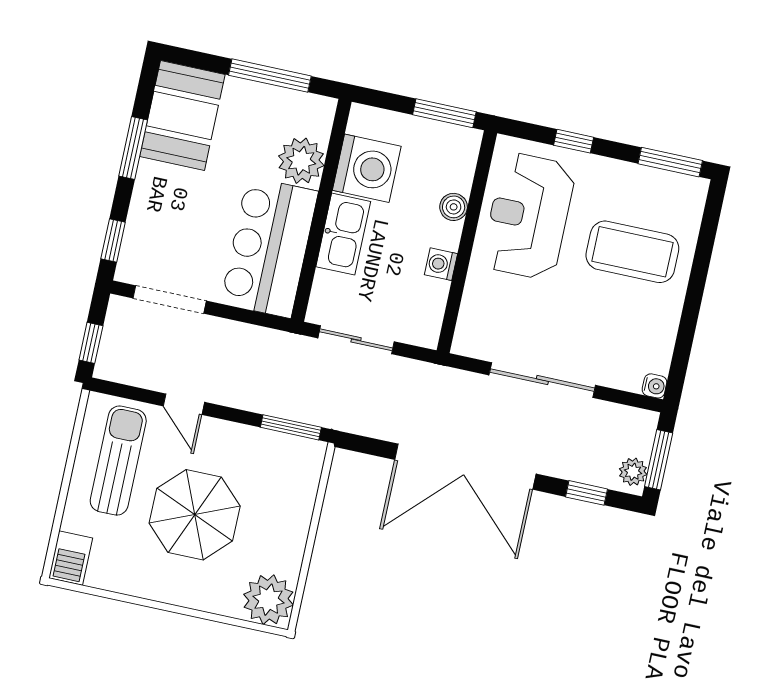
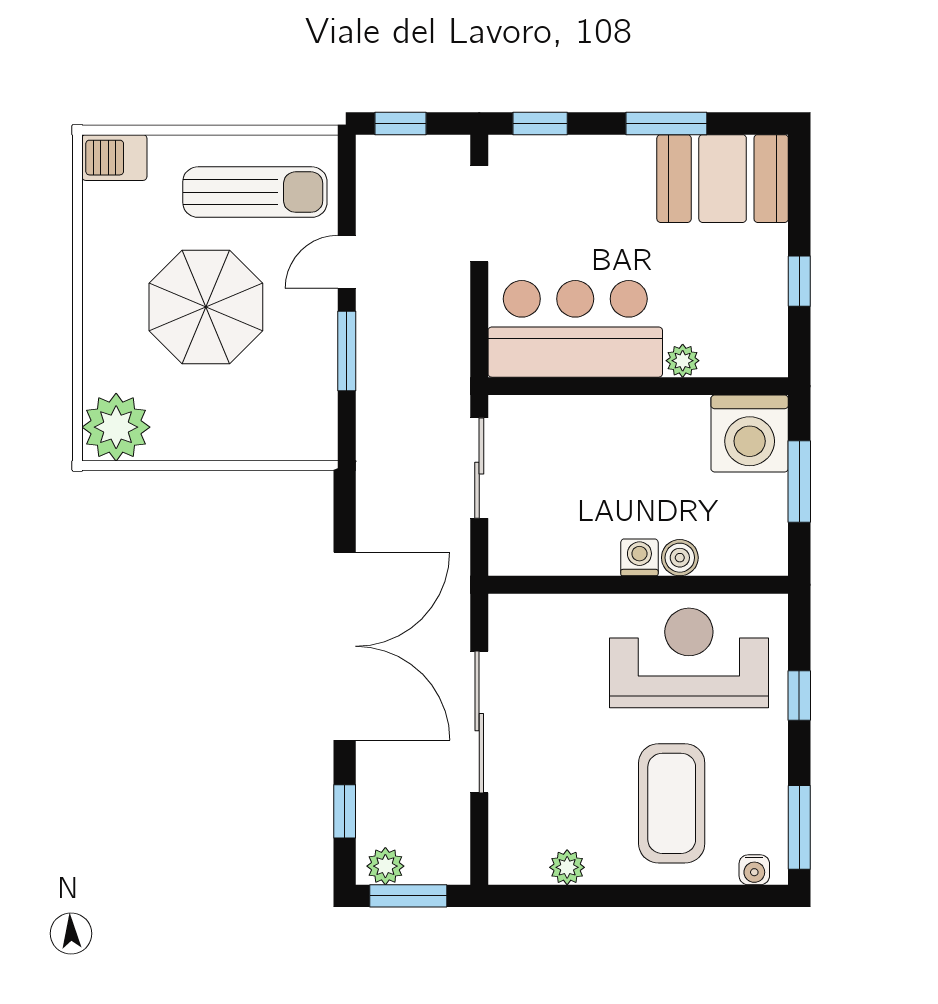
window: (270, 76) -> (799, 281), width x0.46
window: (444, 113) -> (799, 481), moved
plant: (301, 161) -> (683, 361), width x0.53, depth x0.53
washing machine: (367, 168) -> (750, 434), moved
kitchen sink: (343, 234) -> (613, 421), removed
washing machine: (441, 264) -> (639, 557), moved
plant: (663, 339) -> (567, 867), added
water cooler: (654, 386) -> (754, 870), moved
window: (291, 427) -> (347, 351), moved
double door: (465, 467) -> (345, 646), swing flipped

